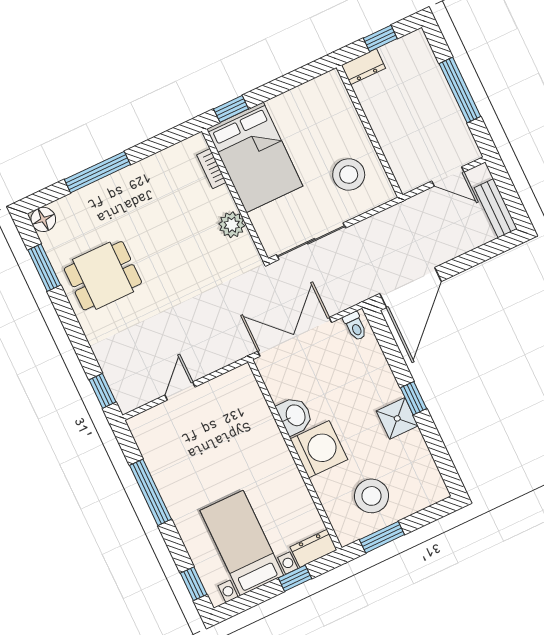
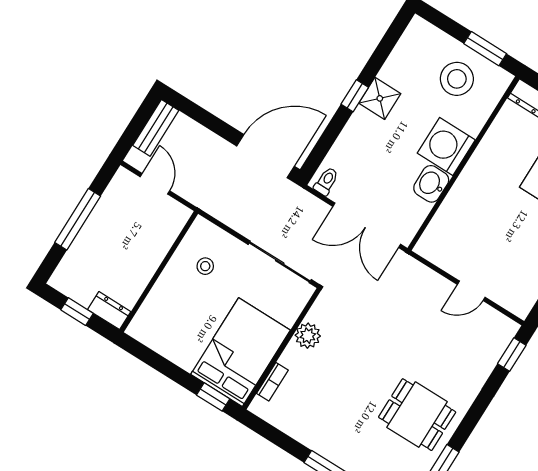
stool: (349, 174) -> (205, 266), width x0.53, depth x0.53

